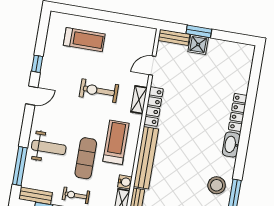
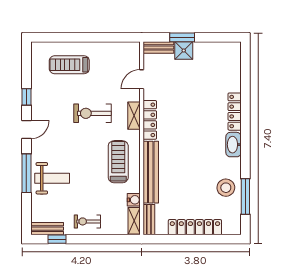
treadmill: (84, 40) -> (69, 65), turned 180
exercise mat: (86, 158) -> (91, 183), removed
window: (20, 166) -> (26, 173), moved

